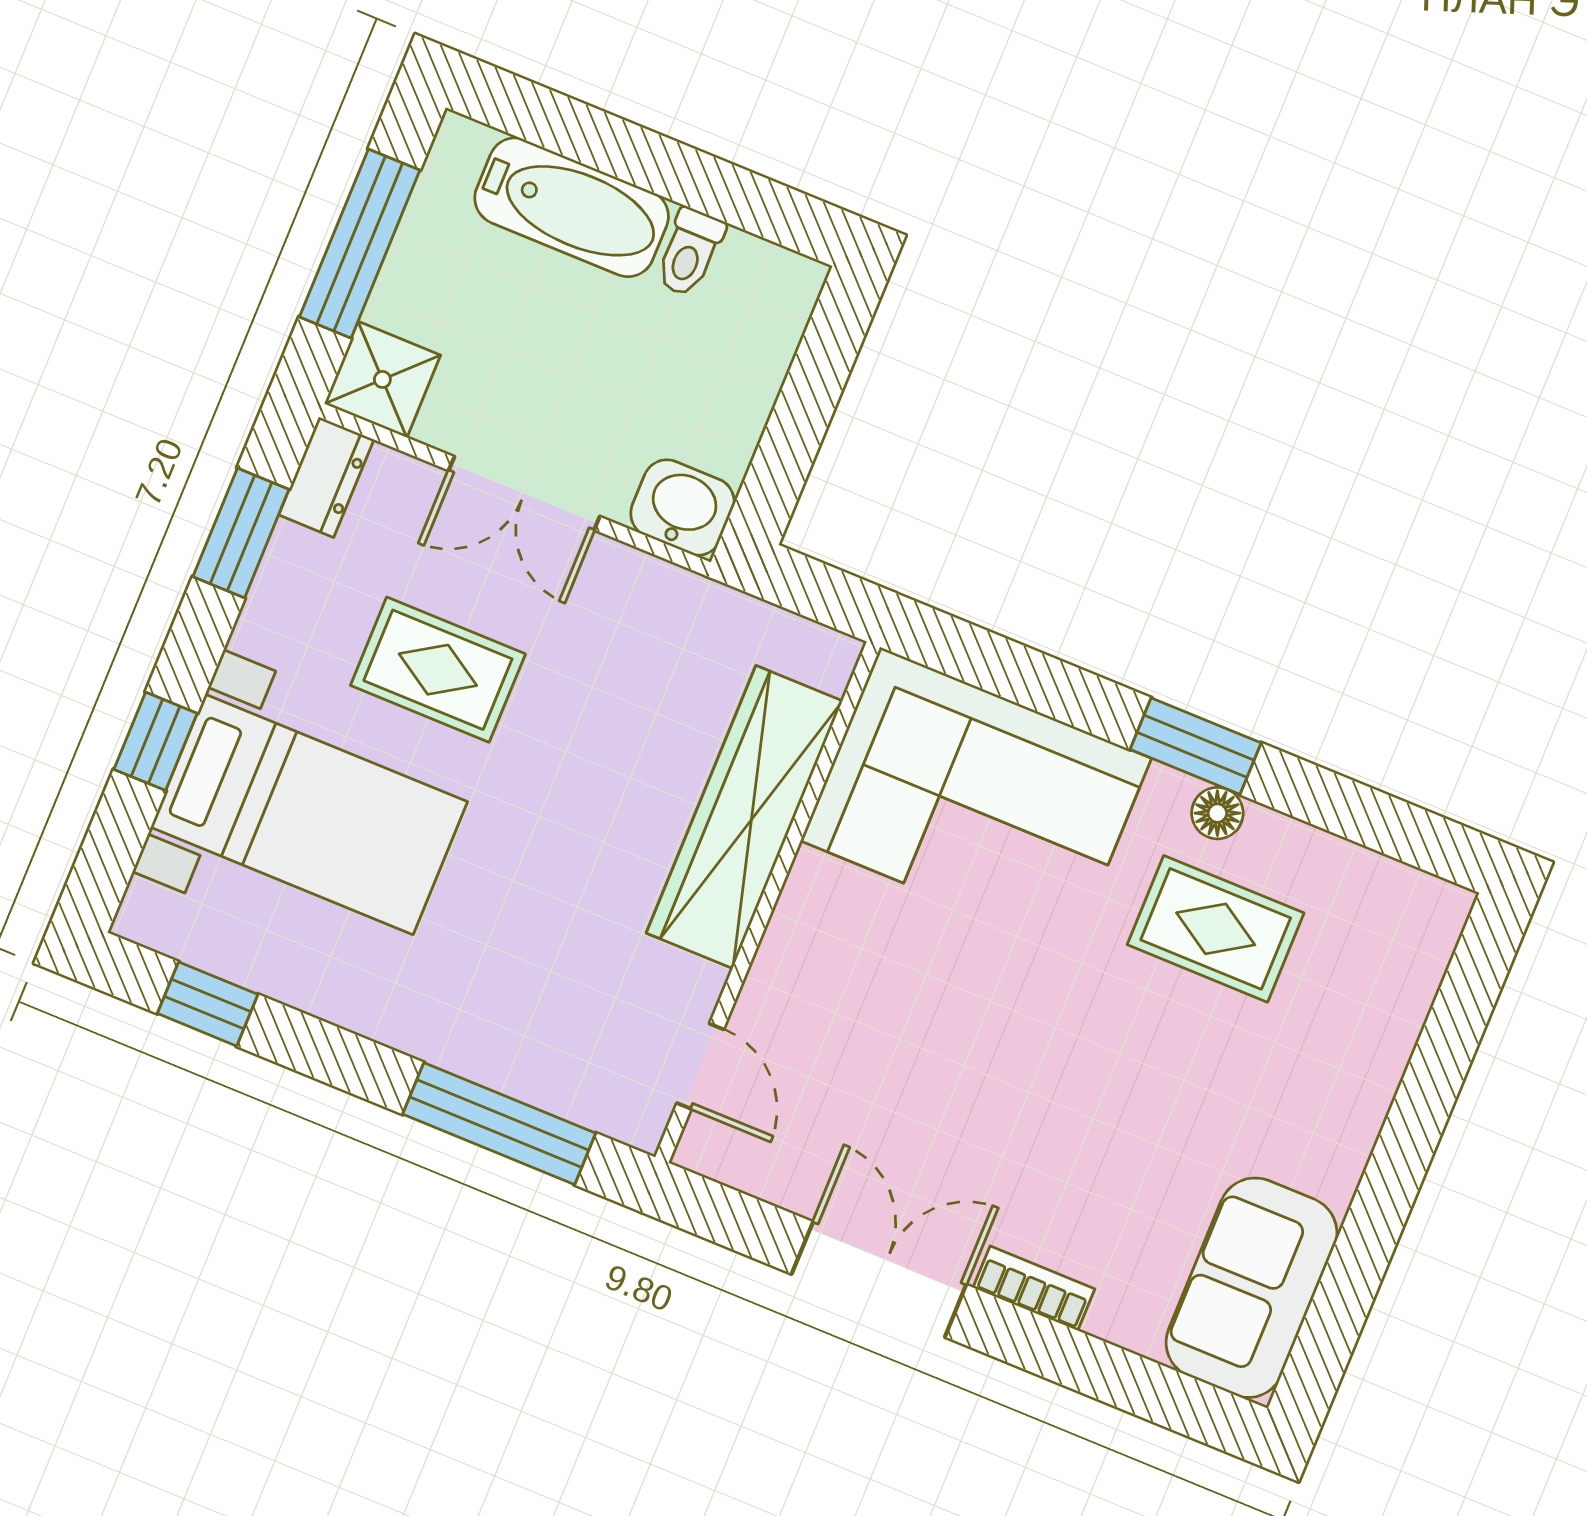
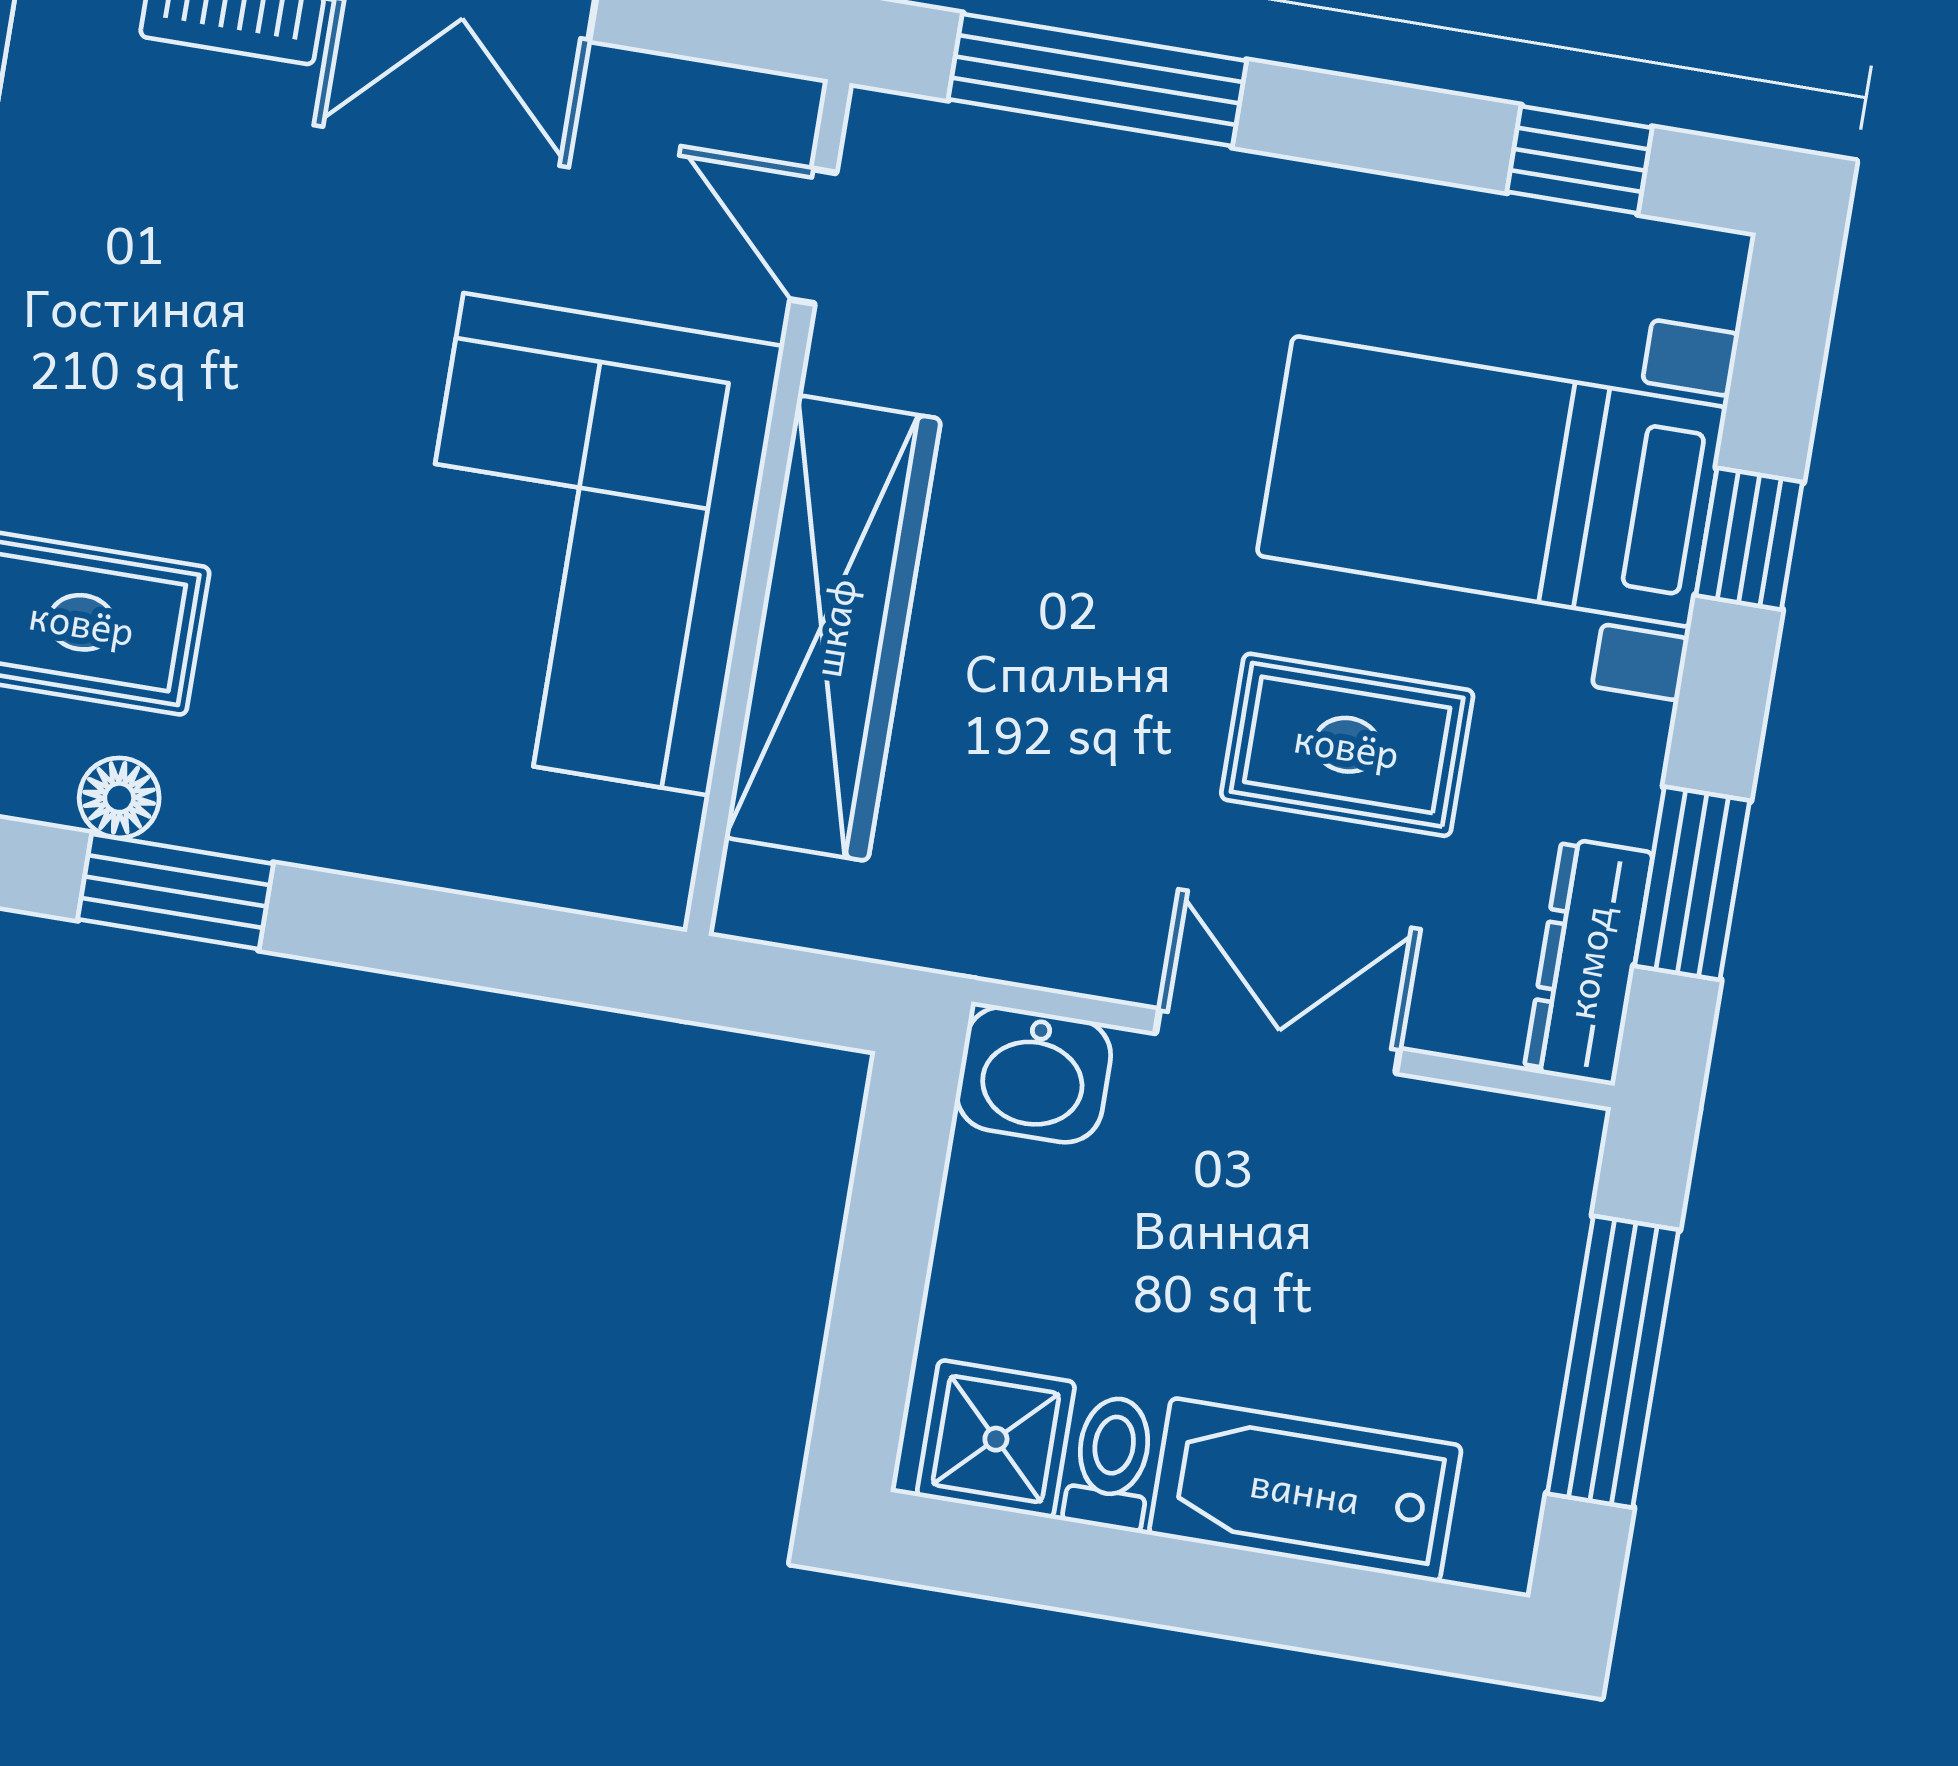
shower: (382, 379) -> (996, 1439), moved
dresser: (326, 477) -> (1588, 962), width x1.44
corner sofa: (976, 800) -> (587, 544), moved, turned -90

